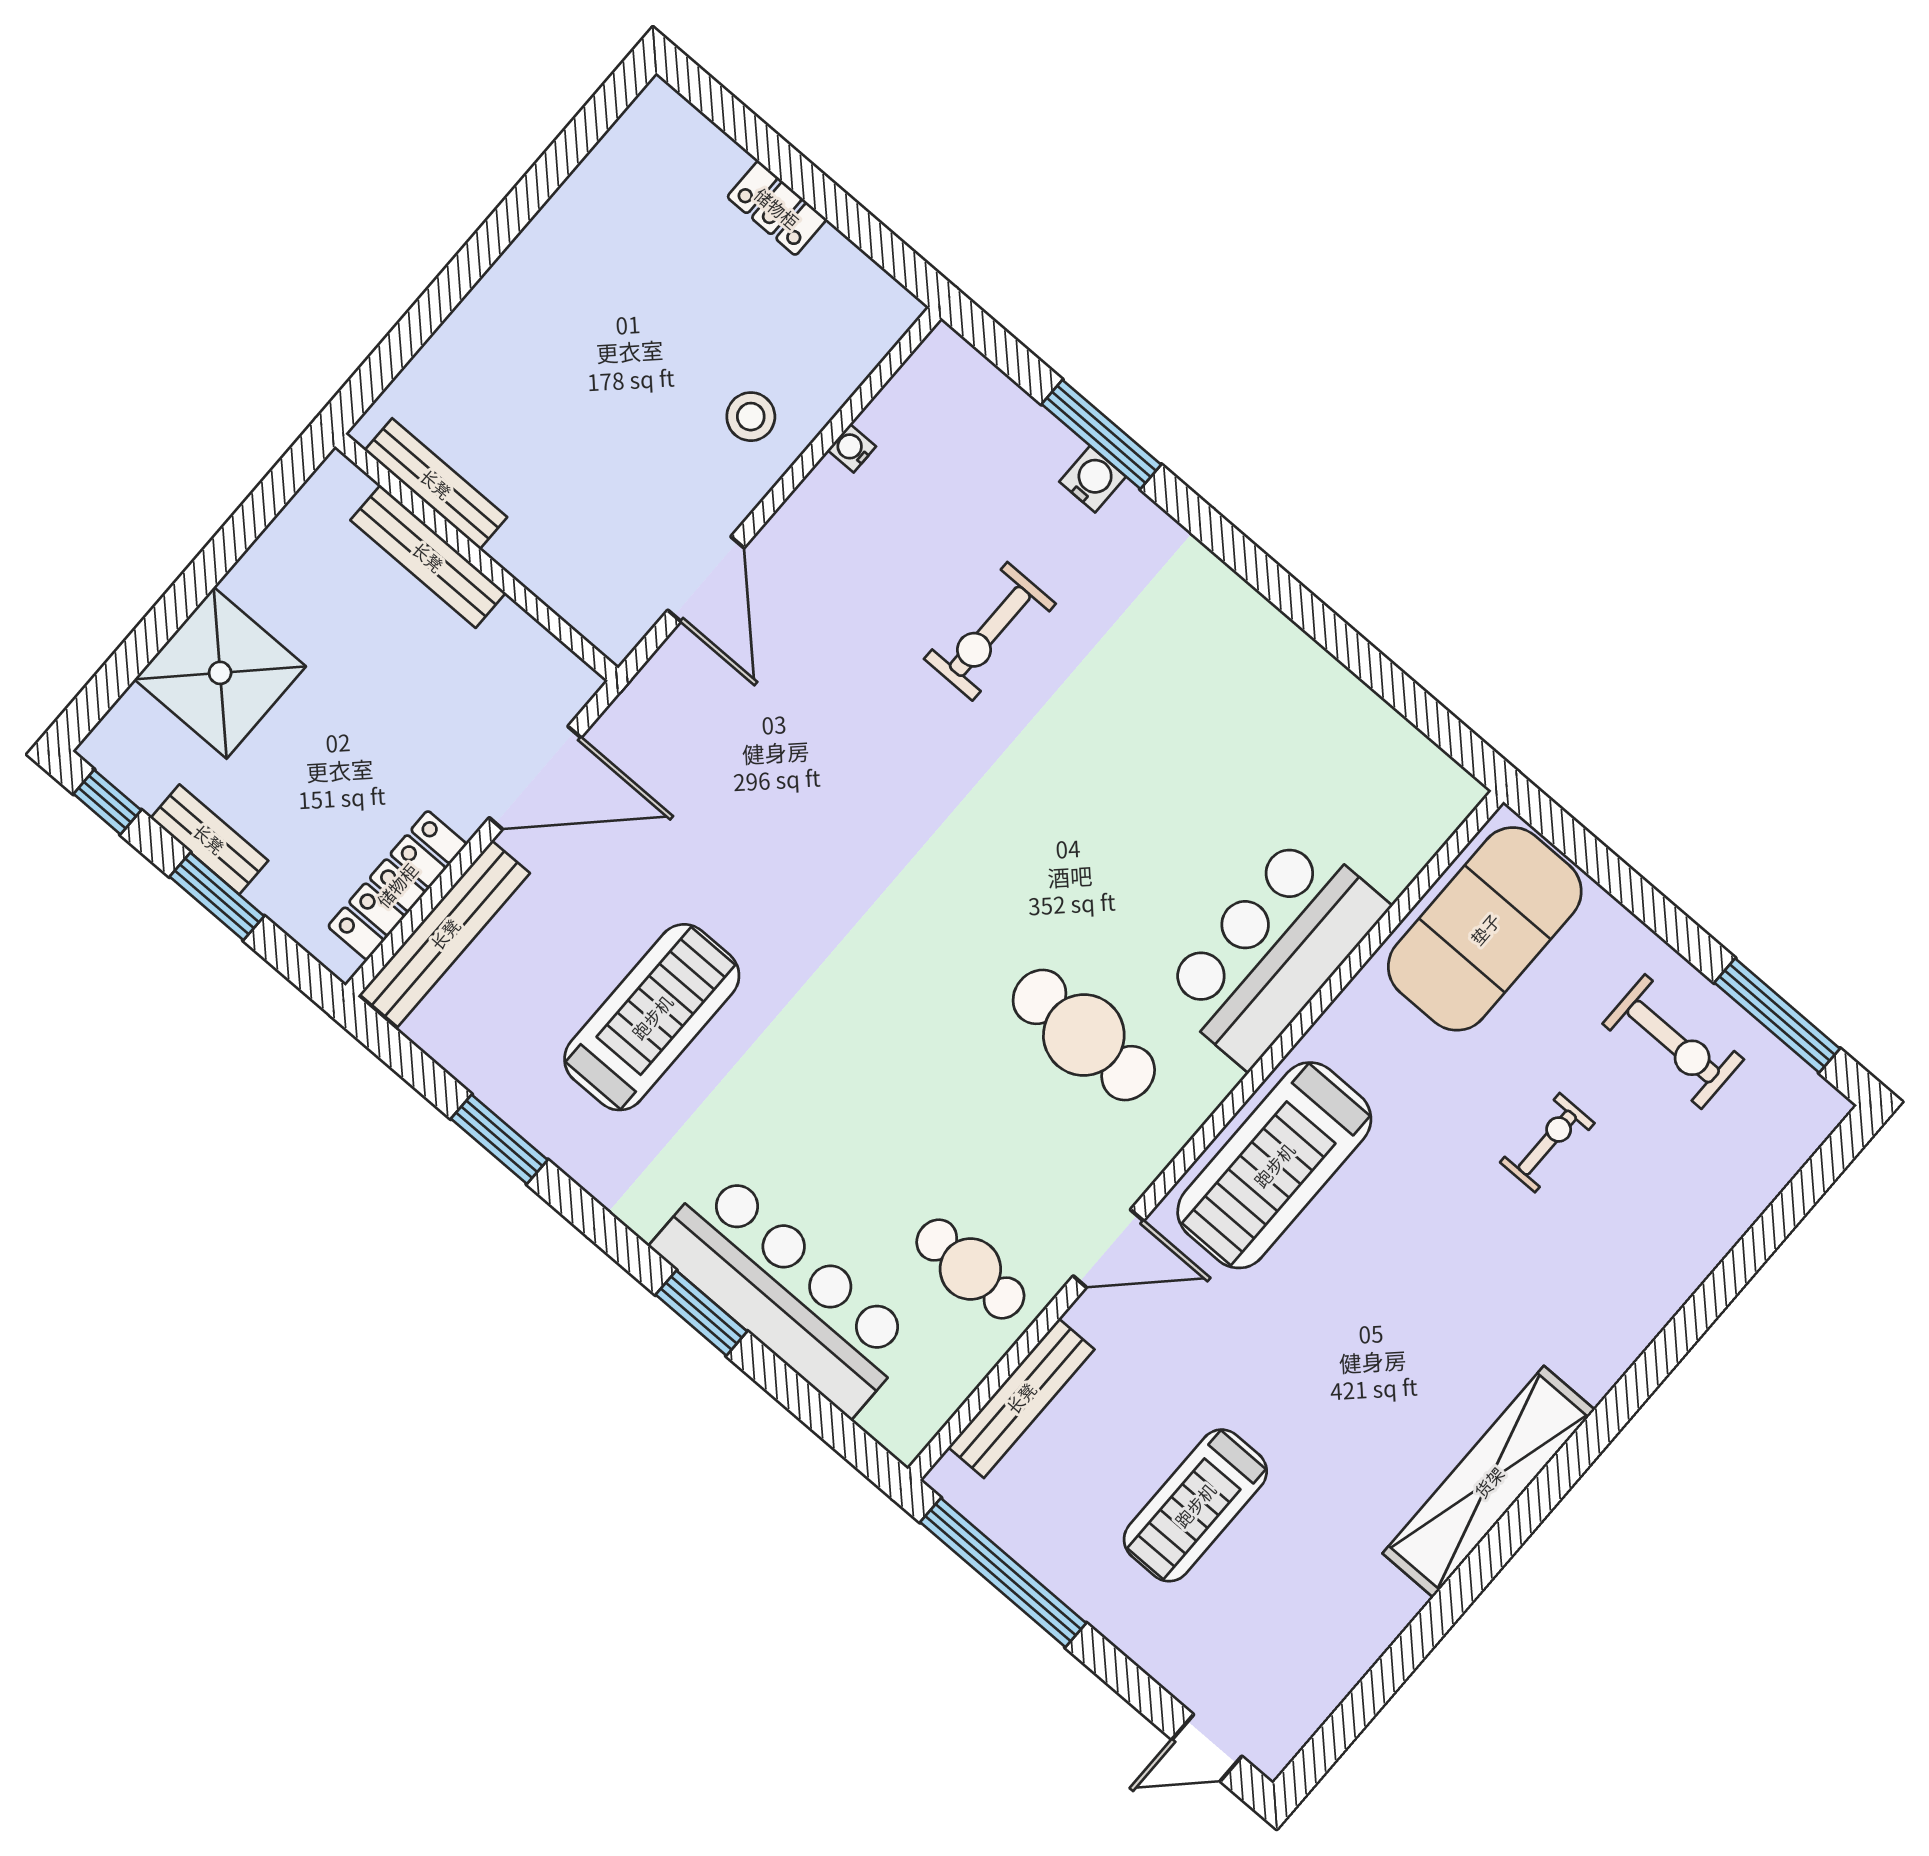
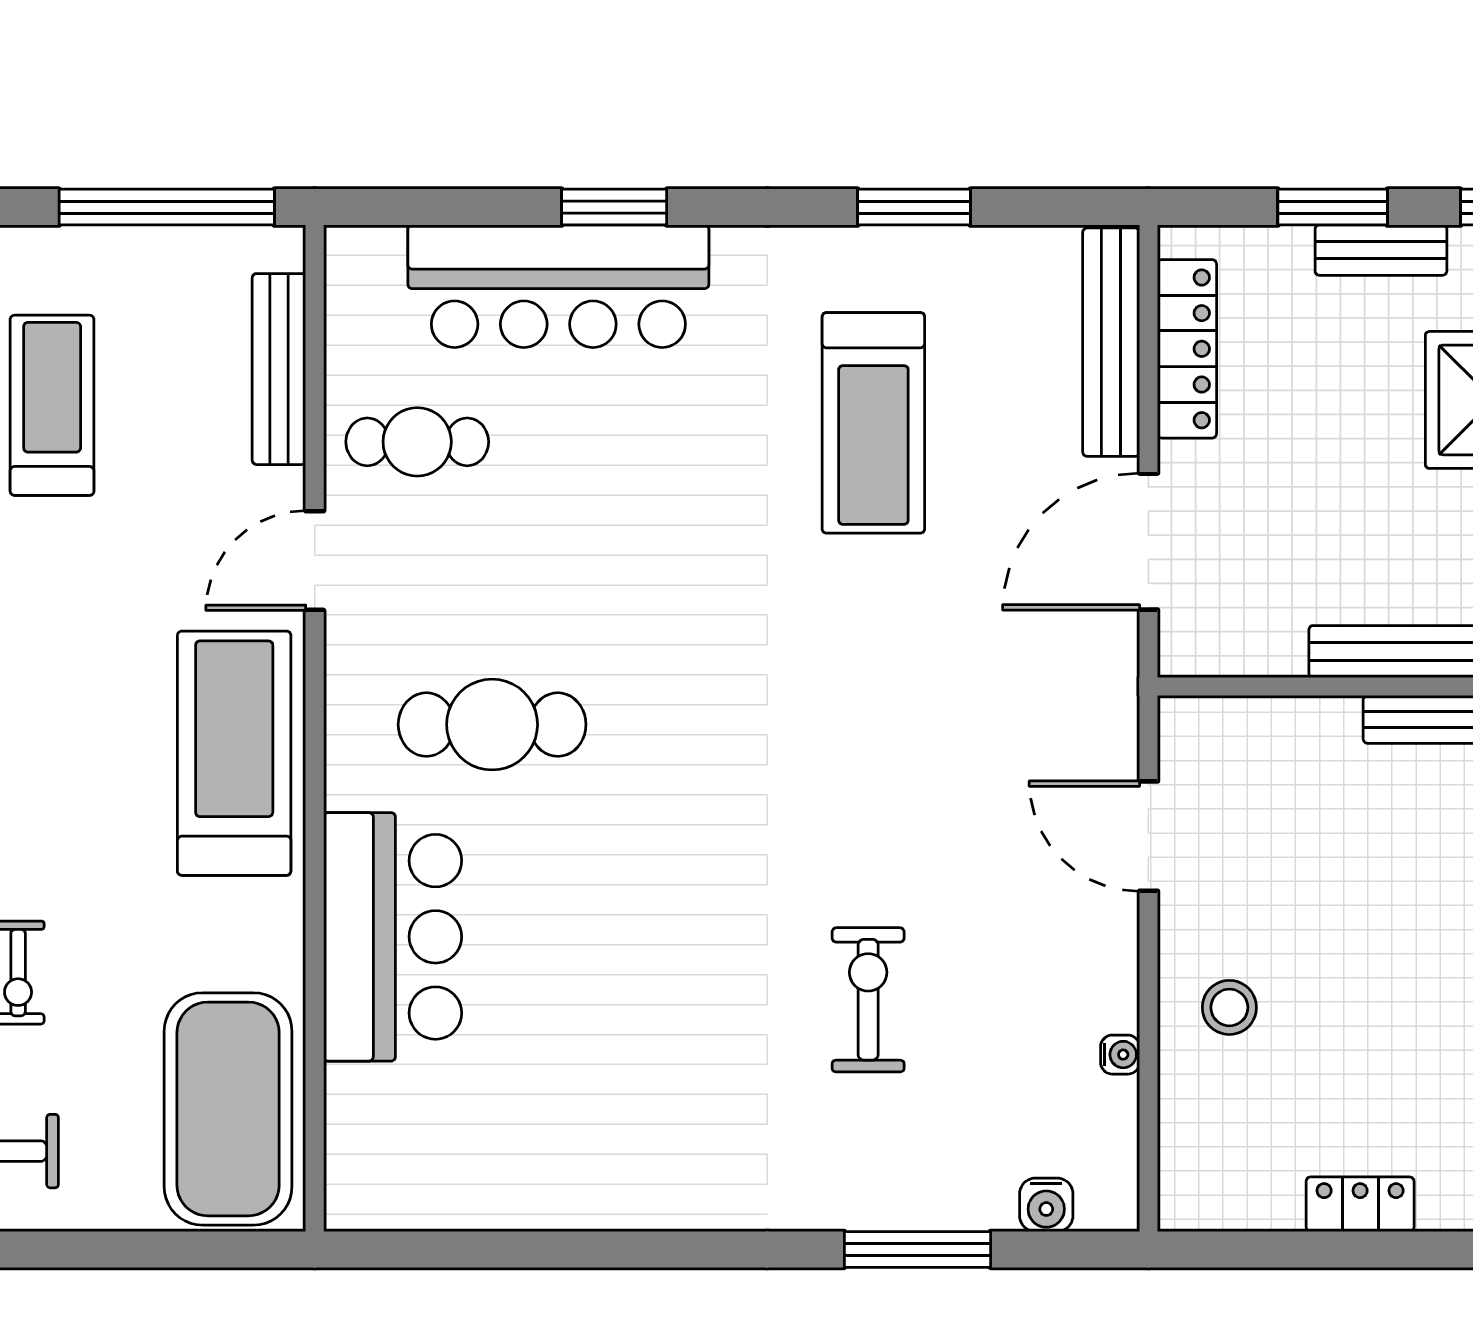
water cooler: (1093, 479) -> (1046, 1205), moved

